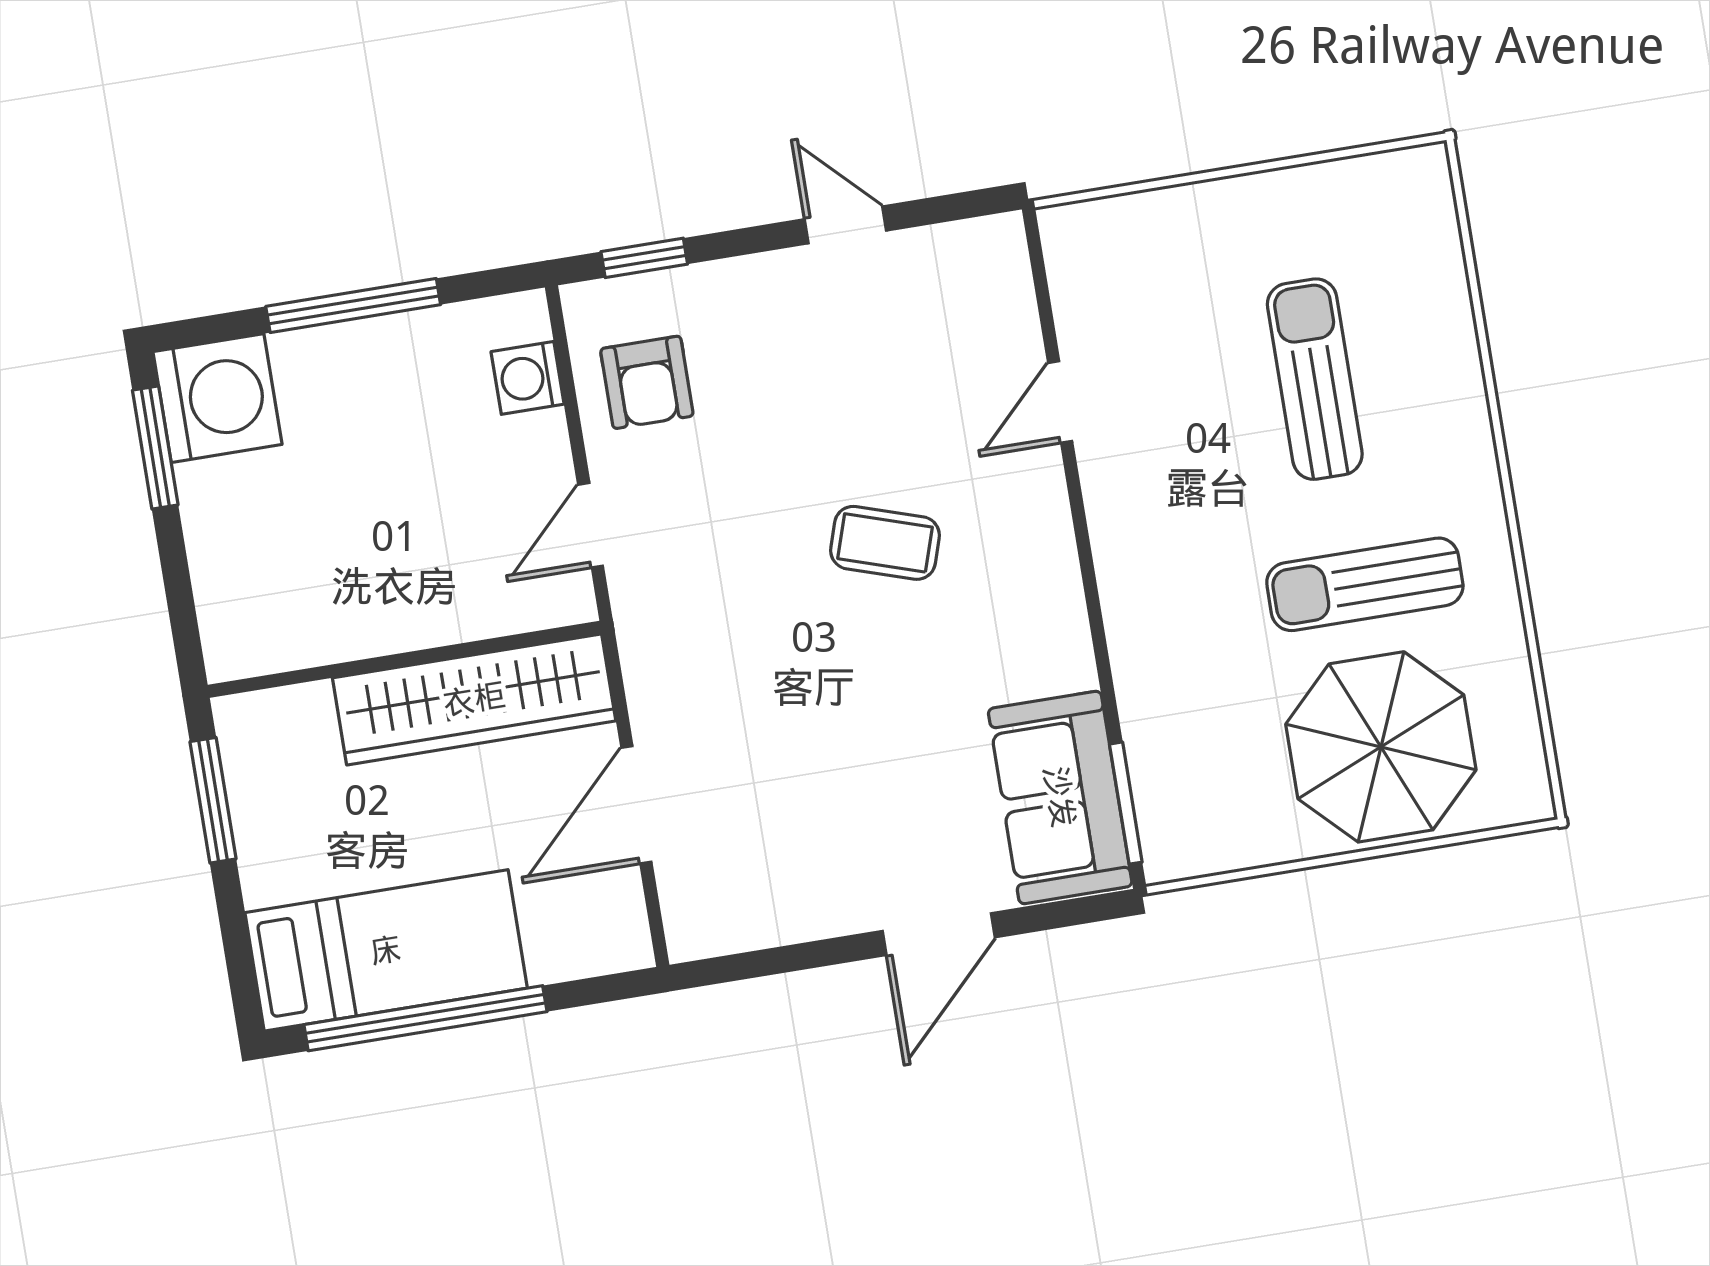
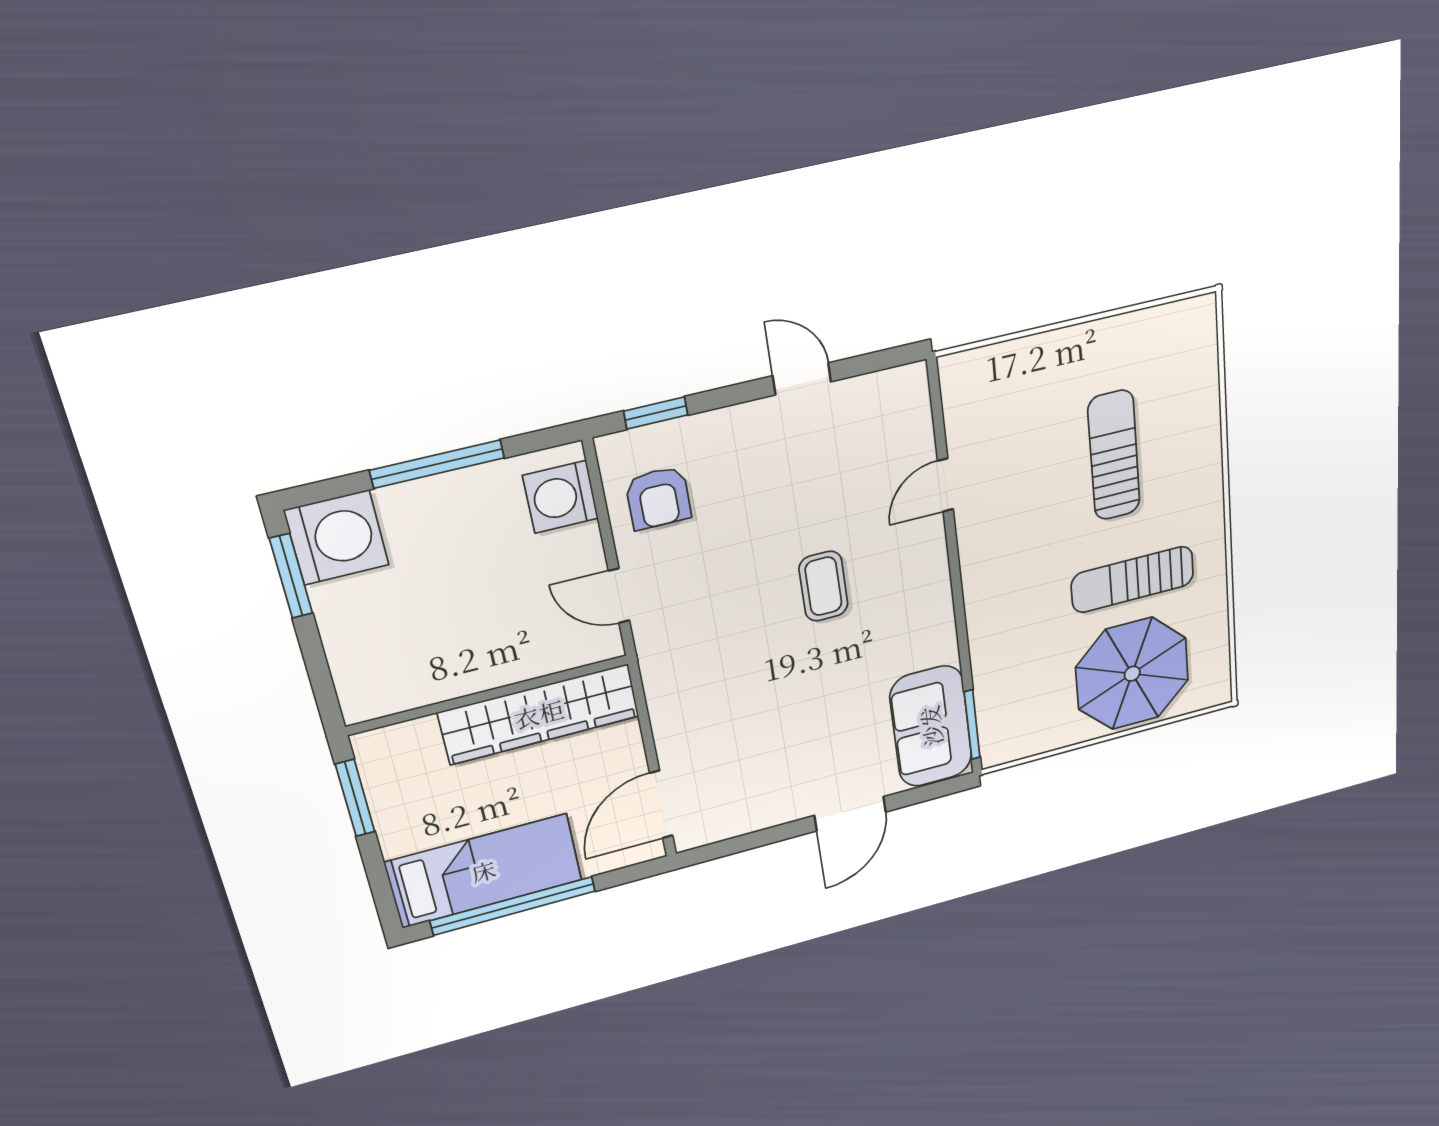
washing machine: (528, 378) -> (561, 497), width x1.38, depth x1.38
door: (591, 525) -> (619, 596), hinge flipped
coffee table: (885, 543) -> (823, 586), turned 72
door: (636, 805) -> (661, 804), moved

